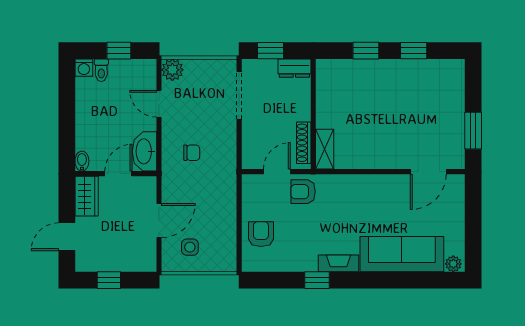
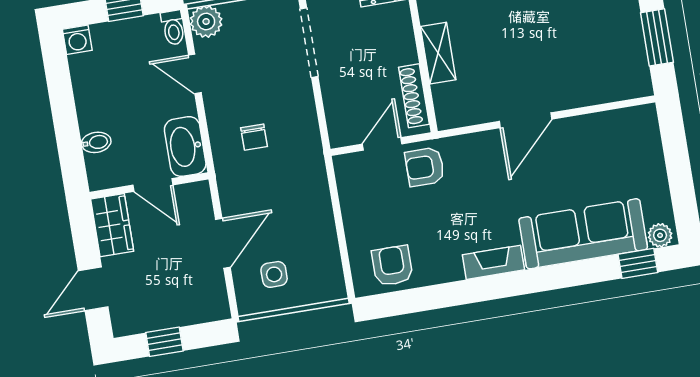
toilet: (101, 70) -> (173, 28), moved
shelving: (325, 149) -> (438, 53), moved
chair: (192, 153) -> (254, 137), turned 90
bidet: (82, 161) -> (96, 142), moved, turned 90
door: (428, 172) -> (526, 120), moved
door: (118, 174) -> (153, 185), swing flipped
armchair: (261, 234) -> (392, 266), moved
window: (317, 280) -> (638, 263), moved

